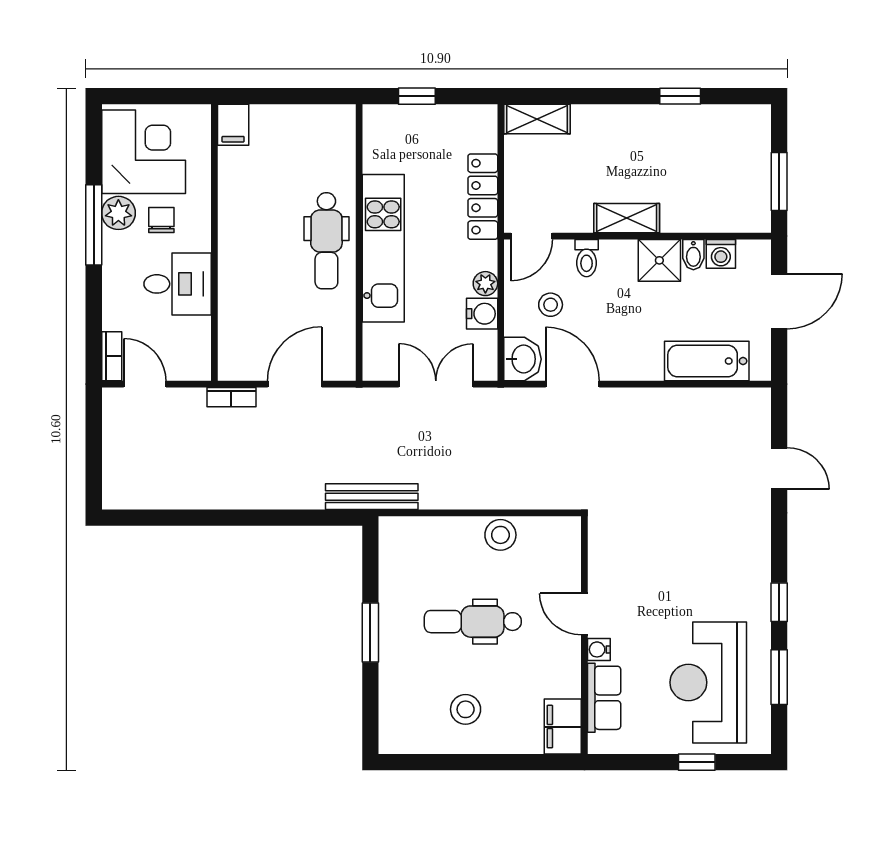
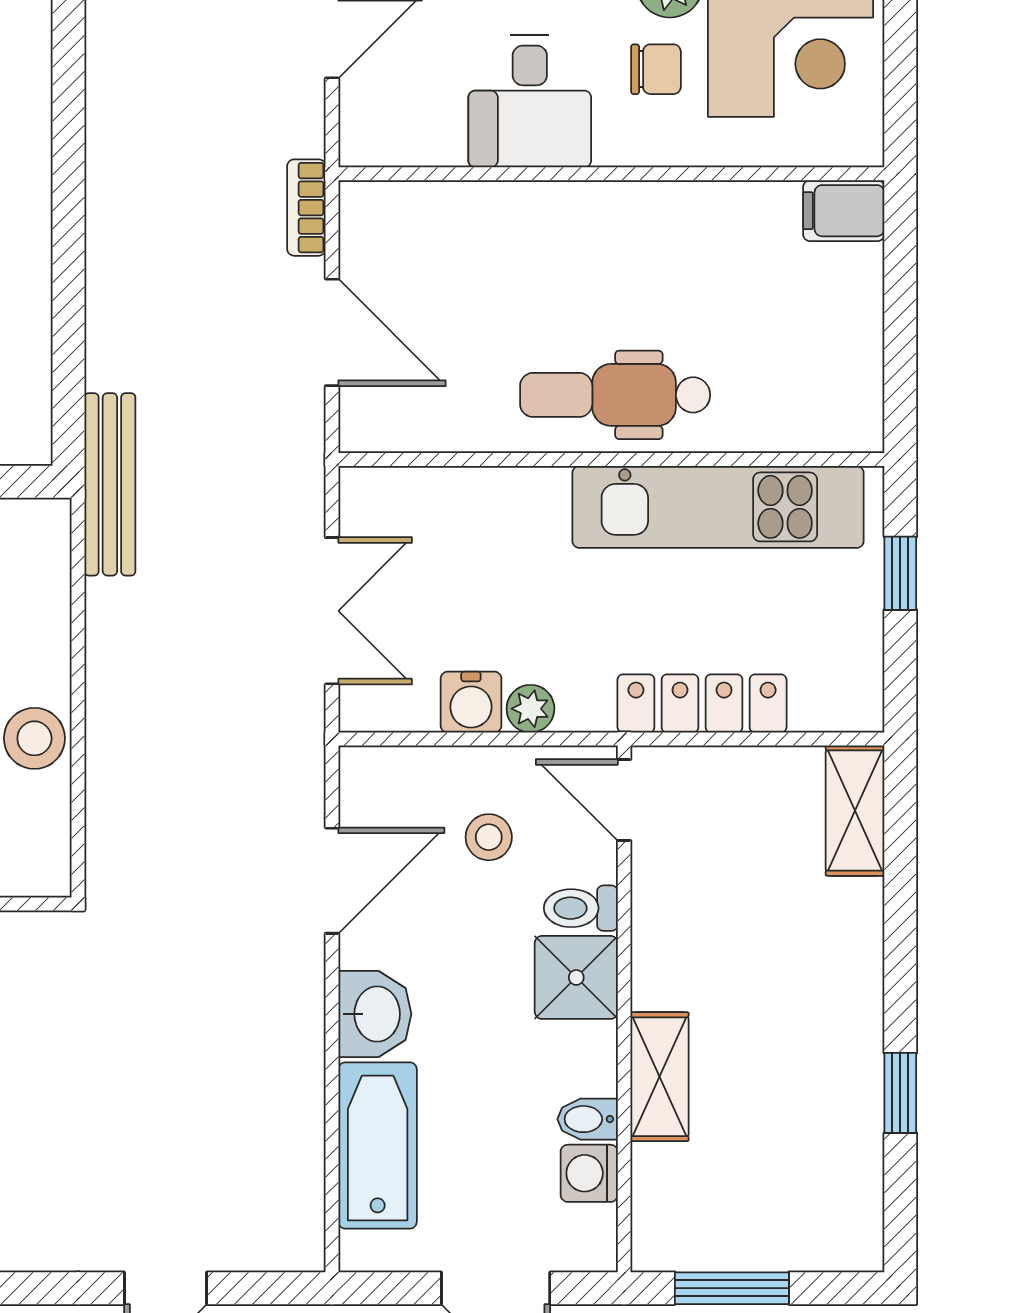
shelving: (627, 218) -> (659, 1077), moved
kitchen unit: (383, 248) -> (718, 507), moved
shower: (659, 260) -> (576, 977), moved
washbasin: (523, 359) -> (375, 1014), moved, turned -90

